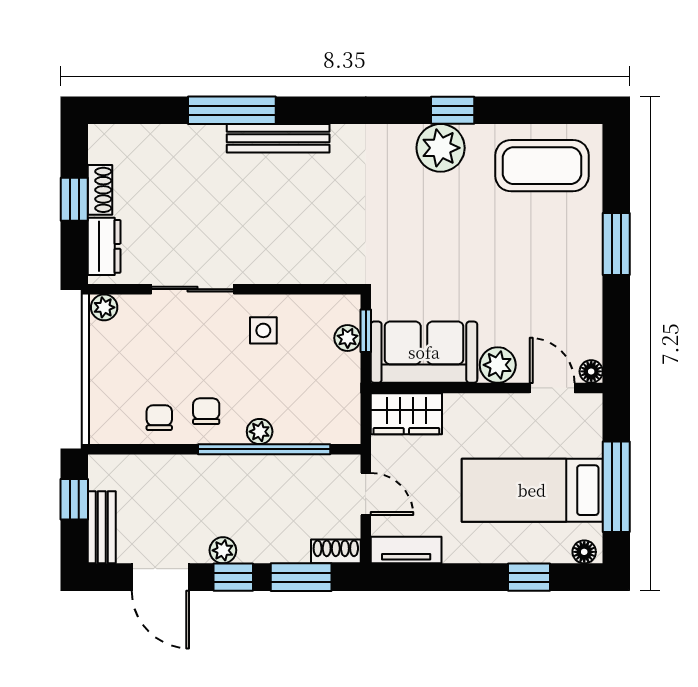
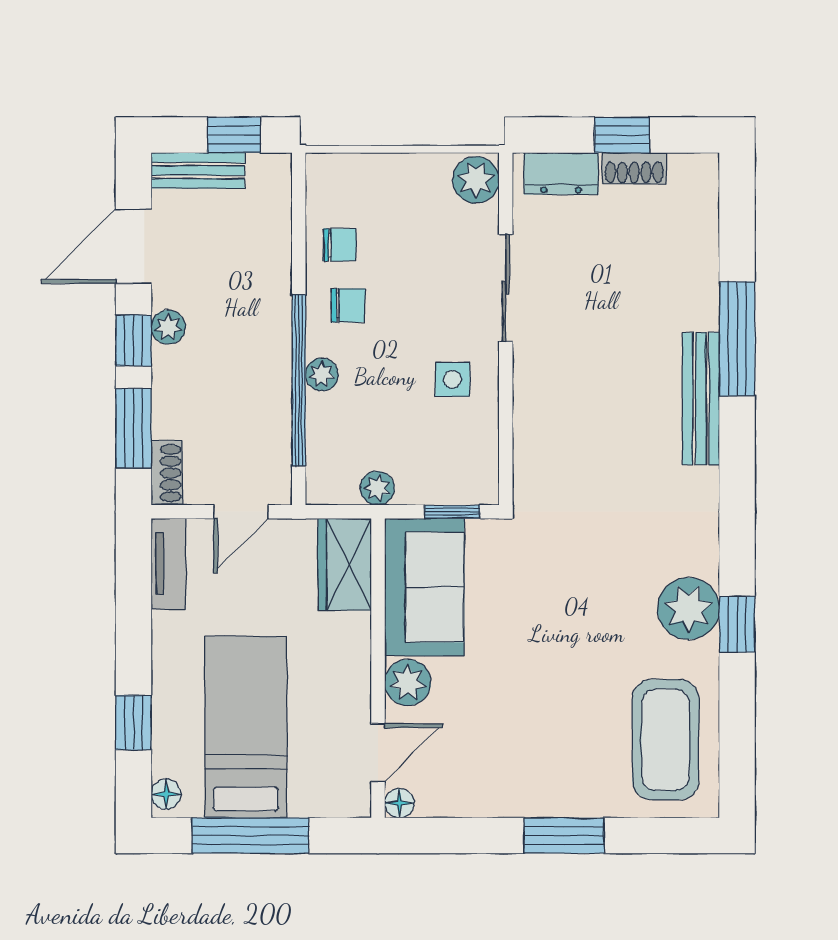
plant: (104, 307) -> (476, 180), width x1.38, depth x1.38
plant: (348, 338) -> (377, 488), moved

